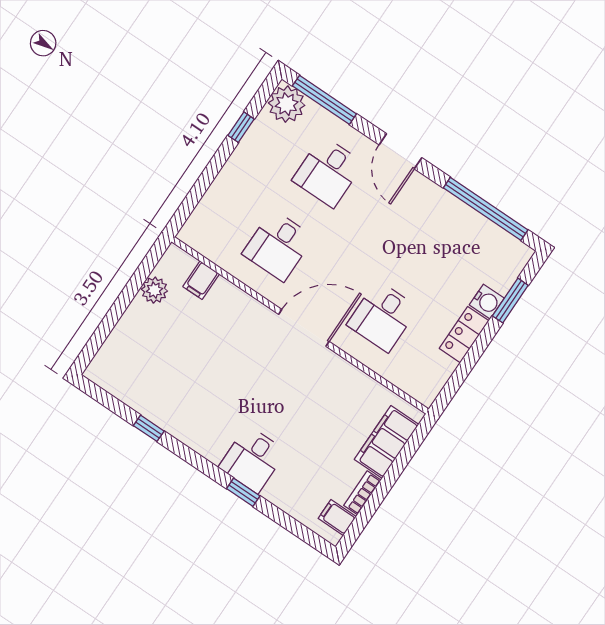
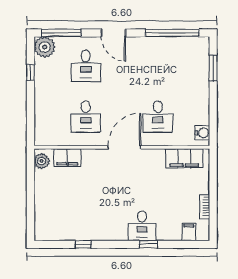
filing cabinet: (201, 280) -> (67, 158), width x2.00
plant: (154, 290) -> (42, 161), moved
water cooler: (487, 302) -> (202, 133), moved
locker: (464, 335) -> (202, 99), removed
filing cabinet: (386, 442) -> (184, 158), moved, turned -90
filing cabinet: (337, 517) -> (189, 232), moved, turned 90

